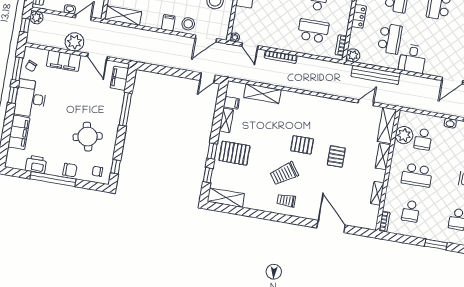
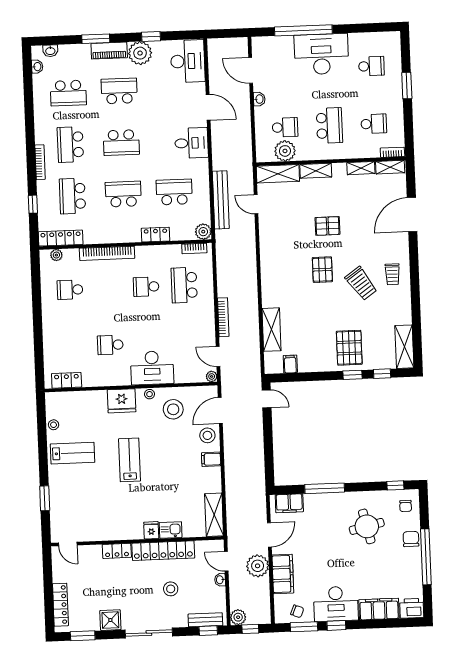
door: (206, 38) -> (220, 411), swing flipped
door: (250, 46) -> (218, 356), swing flipped
desk: (413, 59) -> (191, 143), moved
shelving: (226, 120) -> (390, 167), moved
printer: (36, 164) -> (412, 608), moved, turned 90

